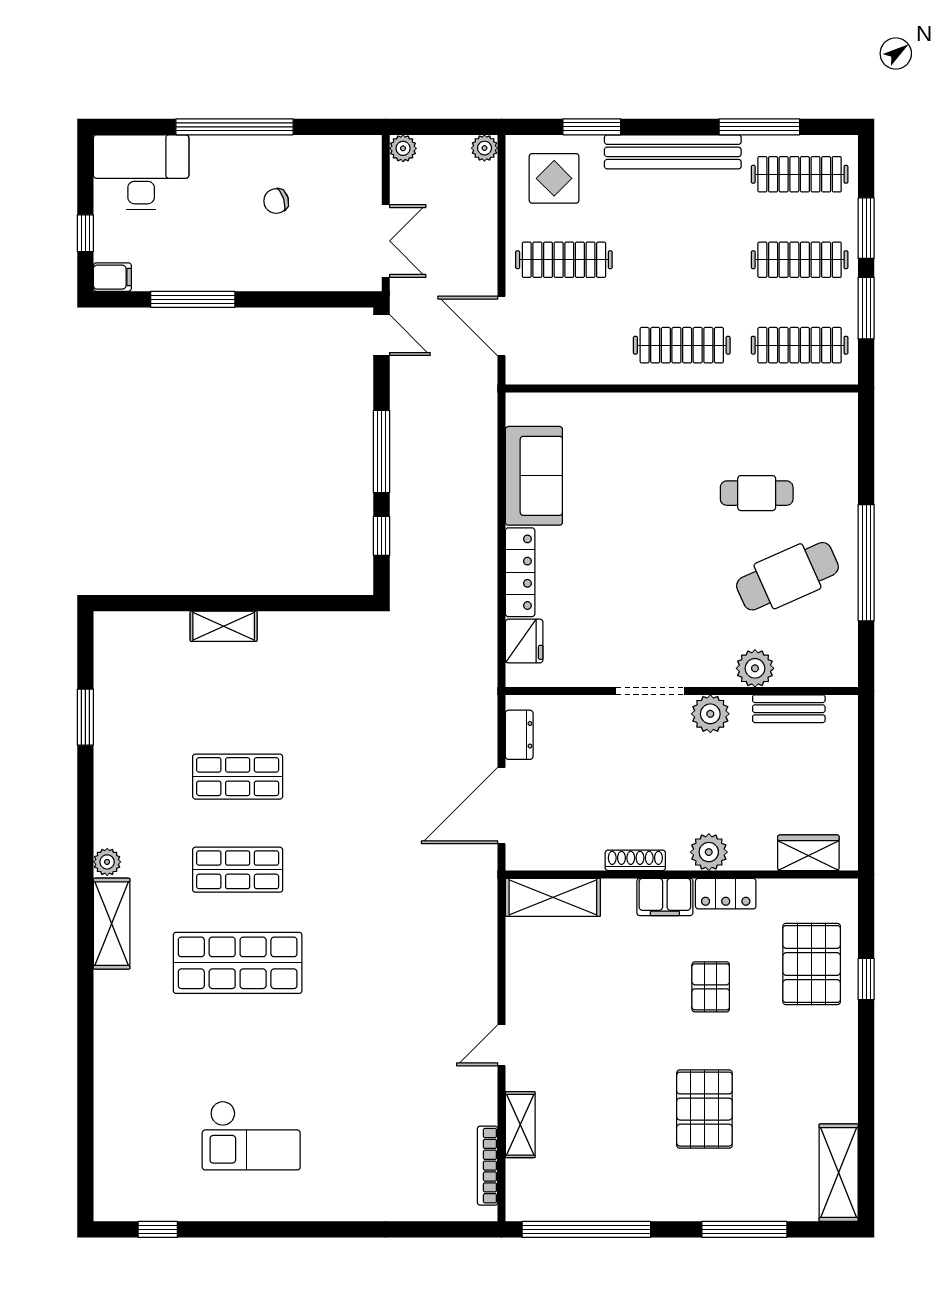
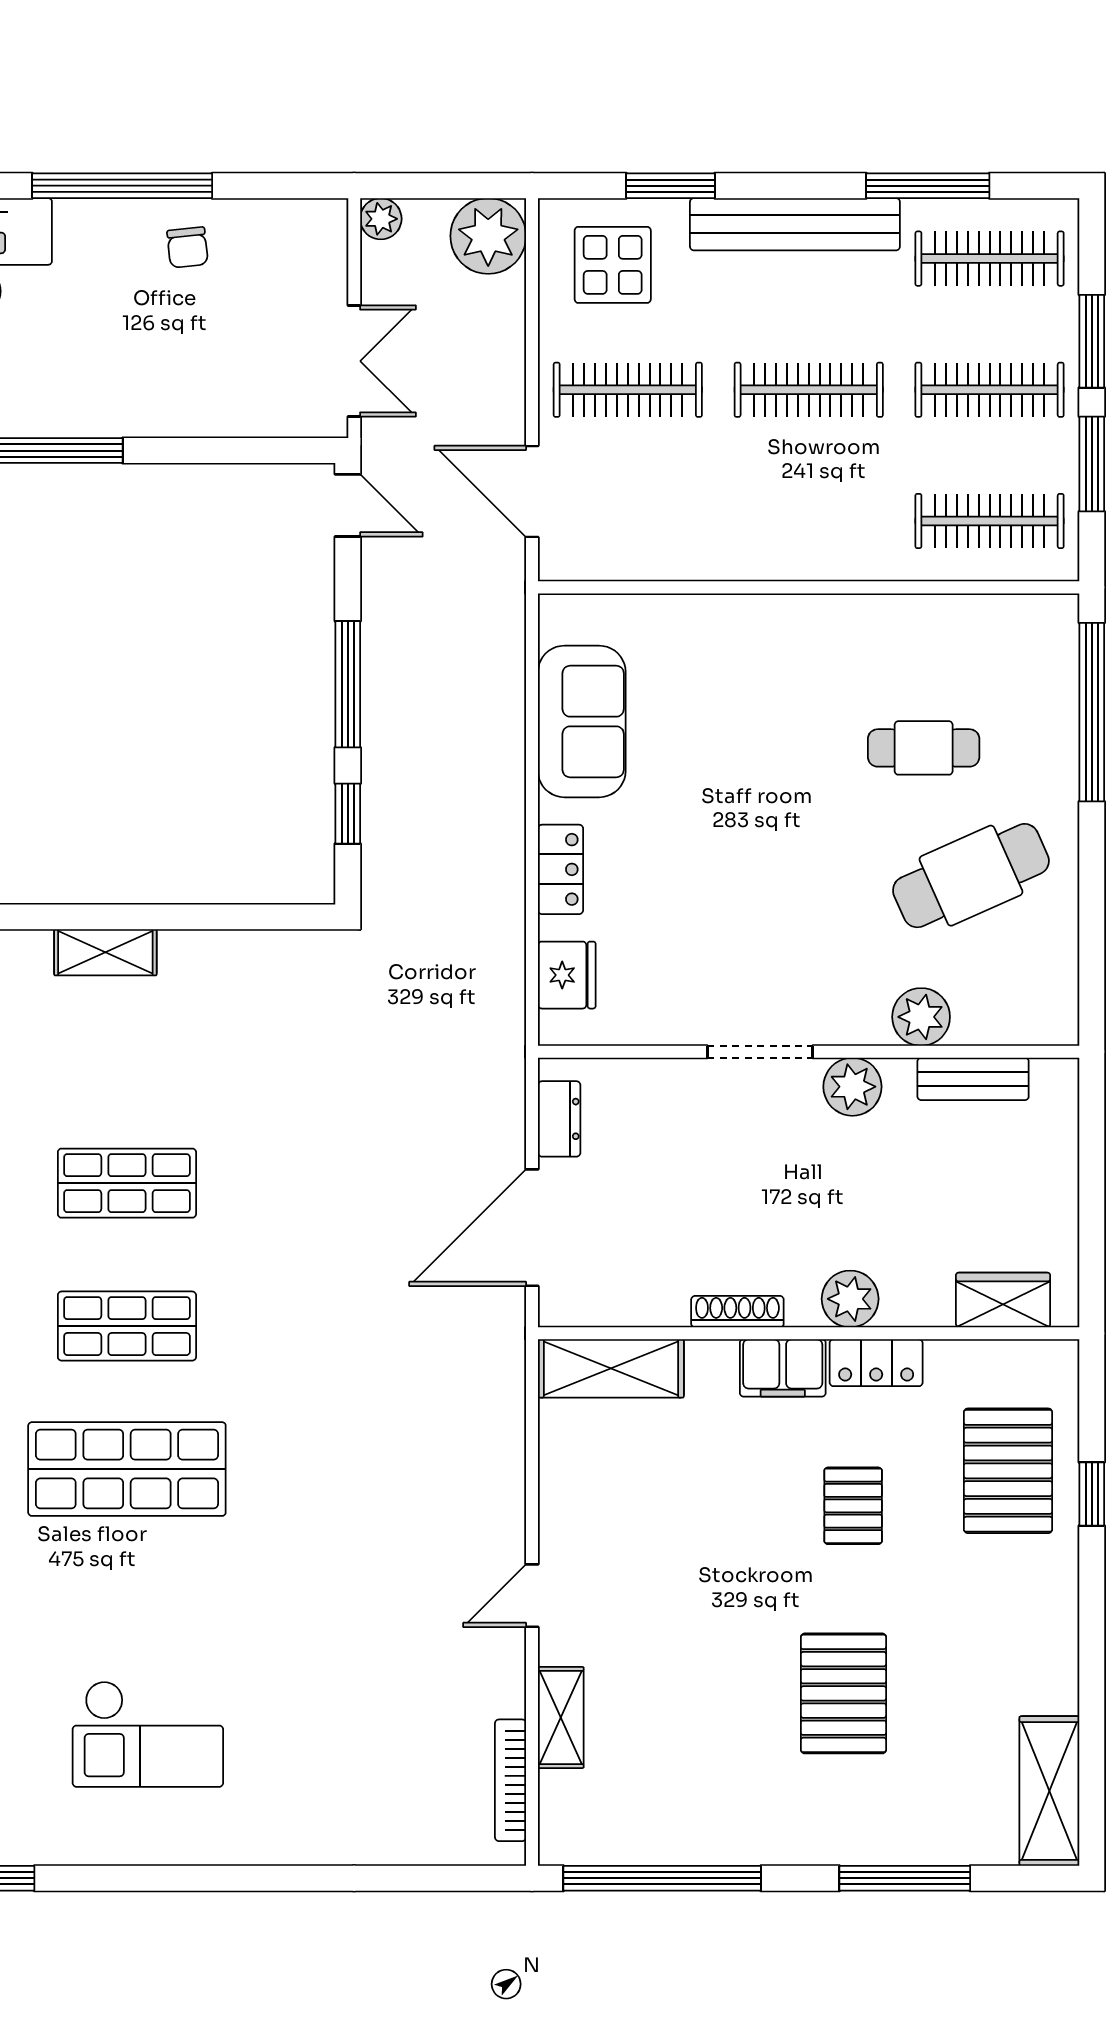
plant: (484, 148) -> (488, 236), width x1.88, depth x1.88
chair: (276, 201) -> (188, 247), moved, turned -78
clothes rail: (682, 345) -> (809, 390), moved
window: (866, 563) -> (1092, 712), moved
locker: (520, 572) -> (561, 869), width x0.66

